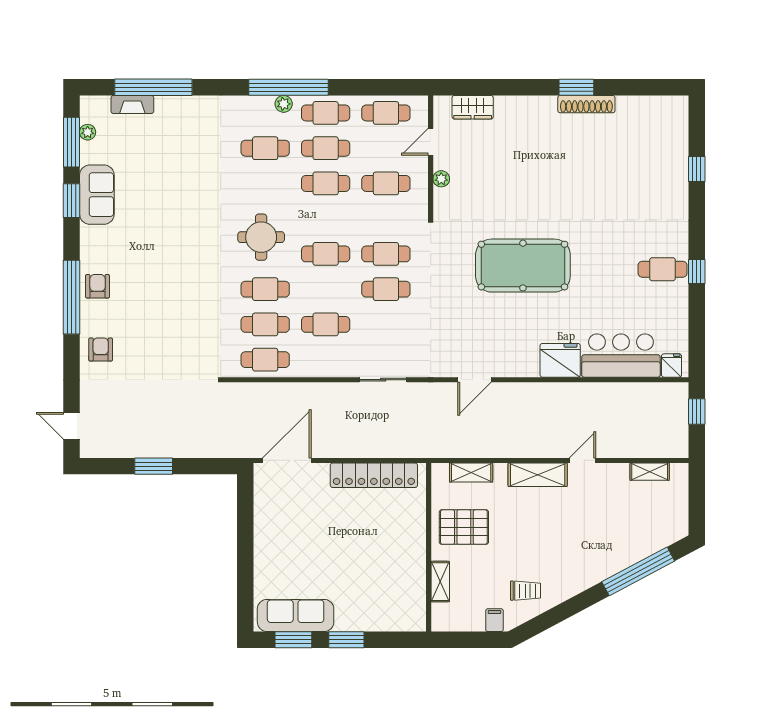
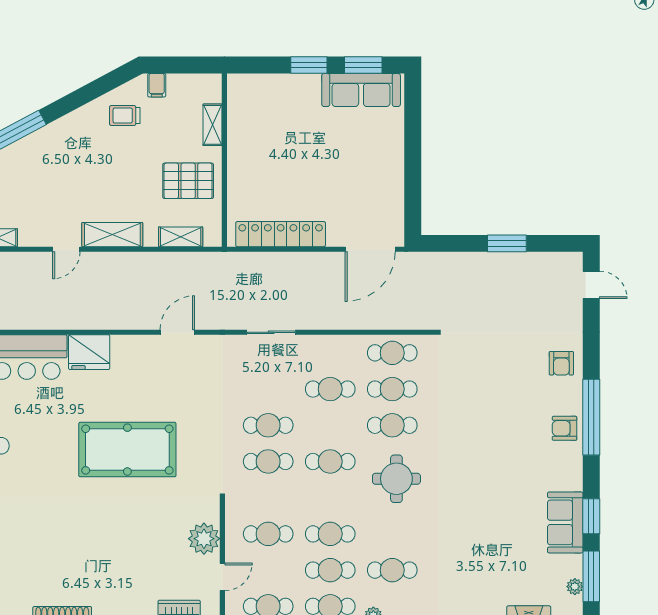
plant: (441, 179) -> (204, 539), width x1.87, depth x1.87
armchair: (98, 286) -> (565, 428), turned 90

